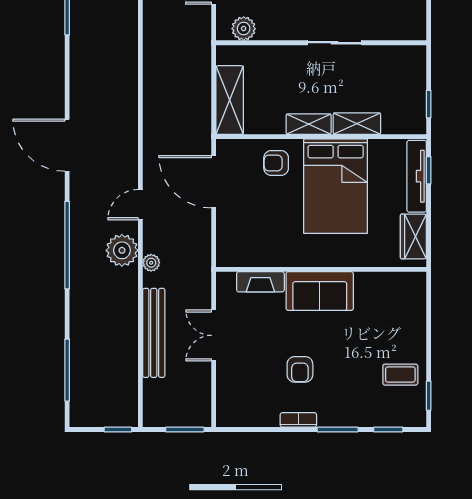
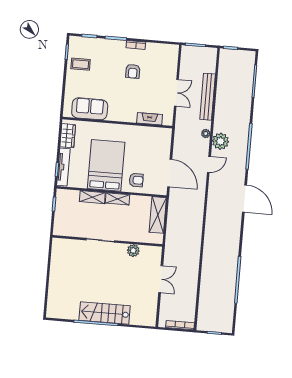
plant: (244, 29) -> (133, 251), moved
sofa: (320, 291) -> (90, 109), moved
armchair: (300, 369) -> (133, 71), turned 180

